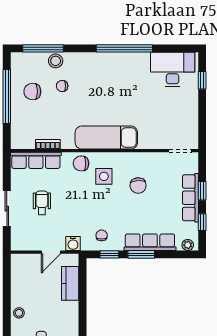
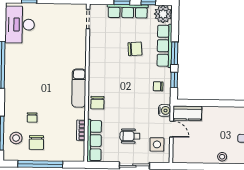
stool: (56, 61) -> (16, 138), moved
exam couch: (106, 137) -> (79, 88), width x0.73, depth x0.69
side table: (104, 176) -> (157, 144), moved
chair: (138, 186) -> (135, 49), moved
plant: (188, 245) -> (163, 14), width x1.87, depth x1.87
kitchen counter: (70, 283) -> (187, 113), moved

